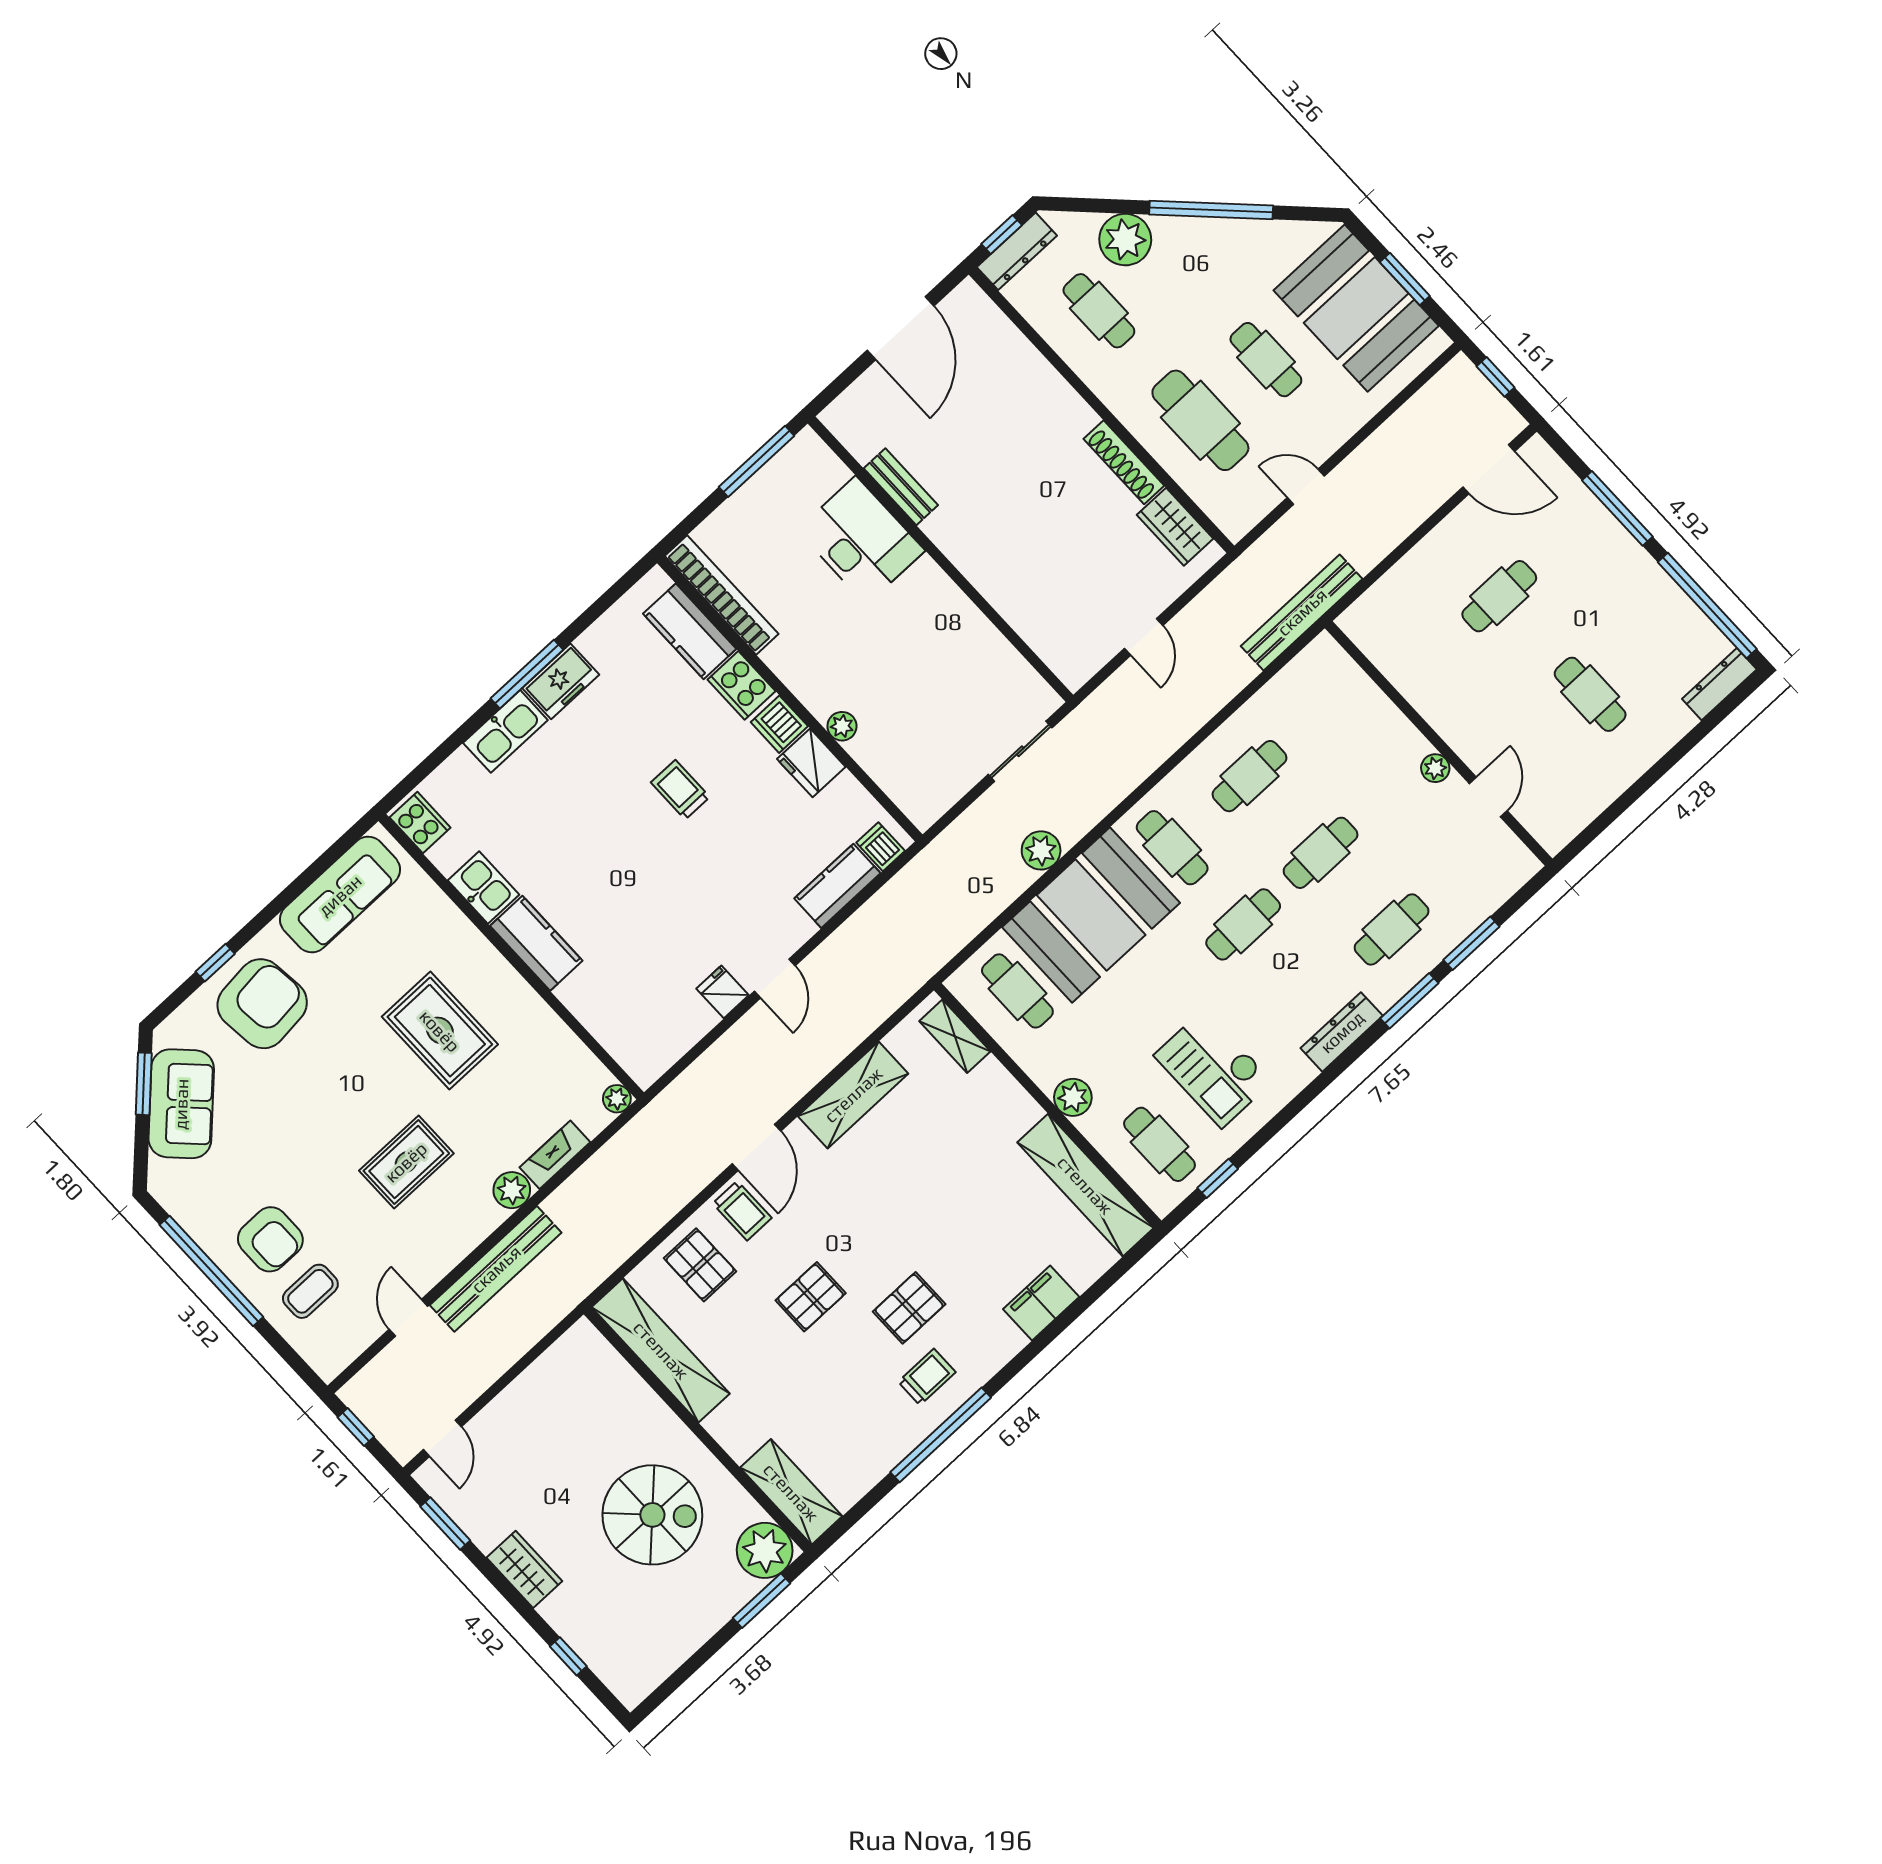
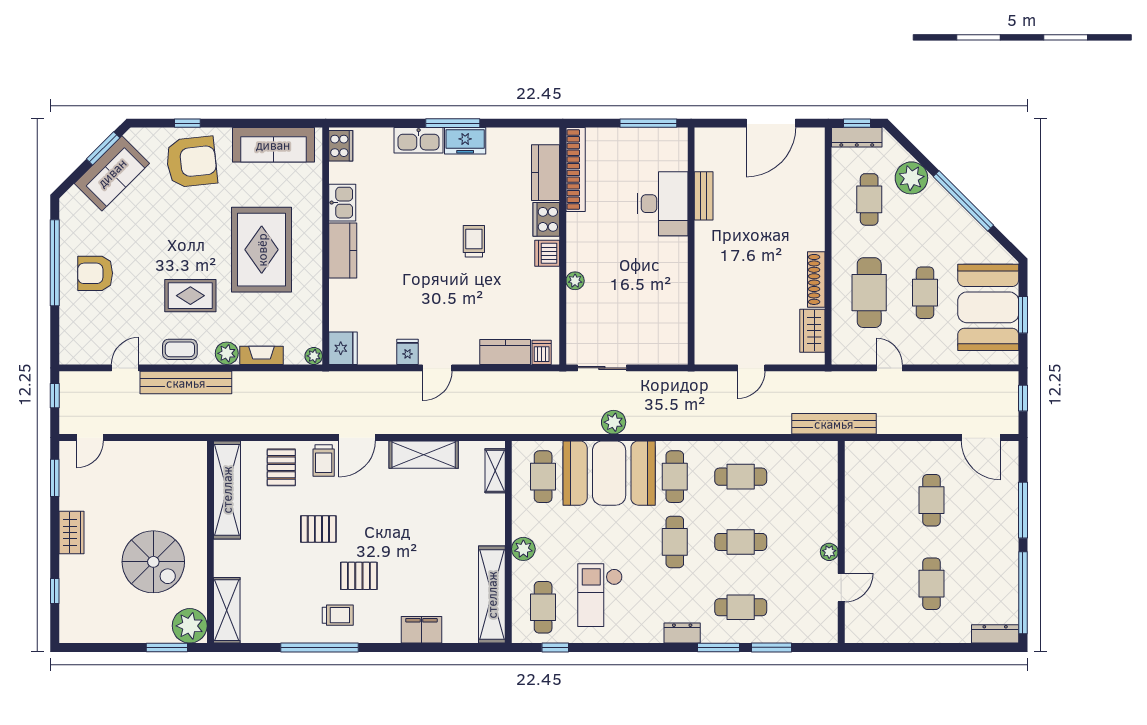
cafe table: (1499, 596) -> (932, 500), turned 90
sliding door: (1020, 751) -> (602, 368), moved
fridge: (811, 763) -> (343, 348), moved, turned 180
cafe table: (1243, 924) -> (675, 542), turned 90
rug: (440, 1031) -> (262, 250), width x1.37, depth x1.44
dresser: (1342, 1032) -> (682, 633), width x0.70
armchair: (270, 1239) -> (95, 273), turned 90
coffee table: (310, 1291) -> (180, 349), moved

